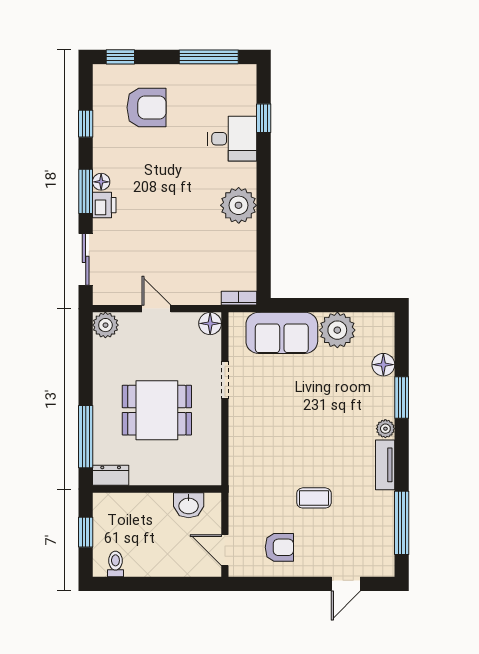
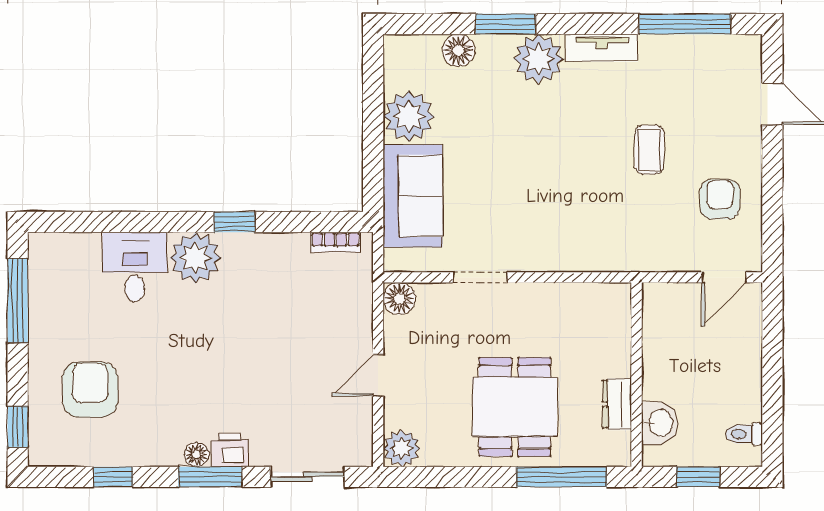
window: (264, 118) -> (234, 222), moved
plant: (239, 205) -> (195, 258), moved
bookcase: (239, 298) -> (335, 242), moved, turned -90
dining table: (157, 410) -> (515, 407), moved
plant: (385, 429) -> (538, 59), width x1.88, depth x1.88
dresser: (111, 475) -> (617, 404), moved
washbasin: (189, 505) -> (660, 423), moved

